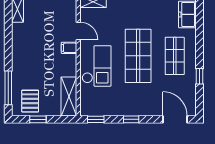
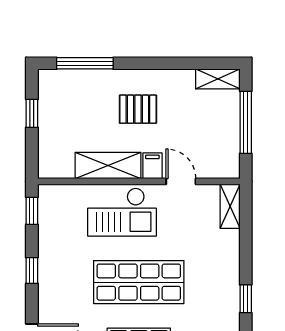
door: (78, 31) -> (181, 181), swing flipped
shelving: (69, 96) -> (108, 166), moved
pallet: (30, 101) -> (138, 109), moved

